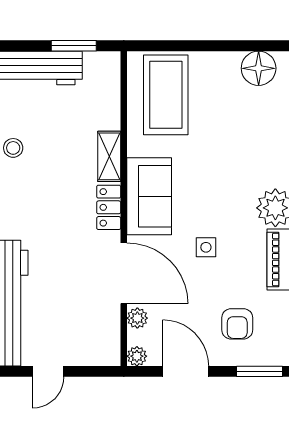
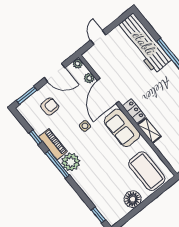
floor lamp: (259, 68) -> (133, 199), moved
door: (124, 273) -> (108, 91), hinge flipped
armchair: (237, 324) -> (50, 106), turned 90
door: (48, 371) -> (98, 37), moved

